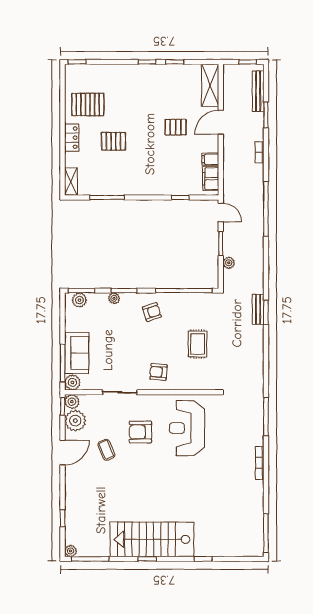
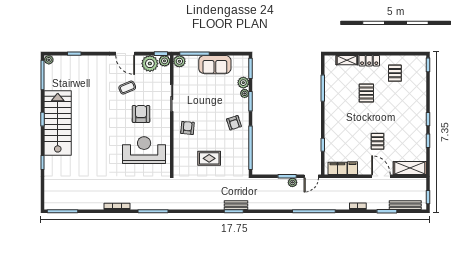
pallet: (88, 105) -> (395, 73), width x0.67, depth x0.71
shelving: (71, 181) -> (347, 60), moved
plant: (229, 263) -> (292, 182), moved
plant: (79, 300) -> (243, 83), moved
sofa: (77, 353) -> (215, 65), moved

